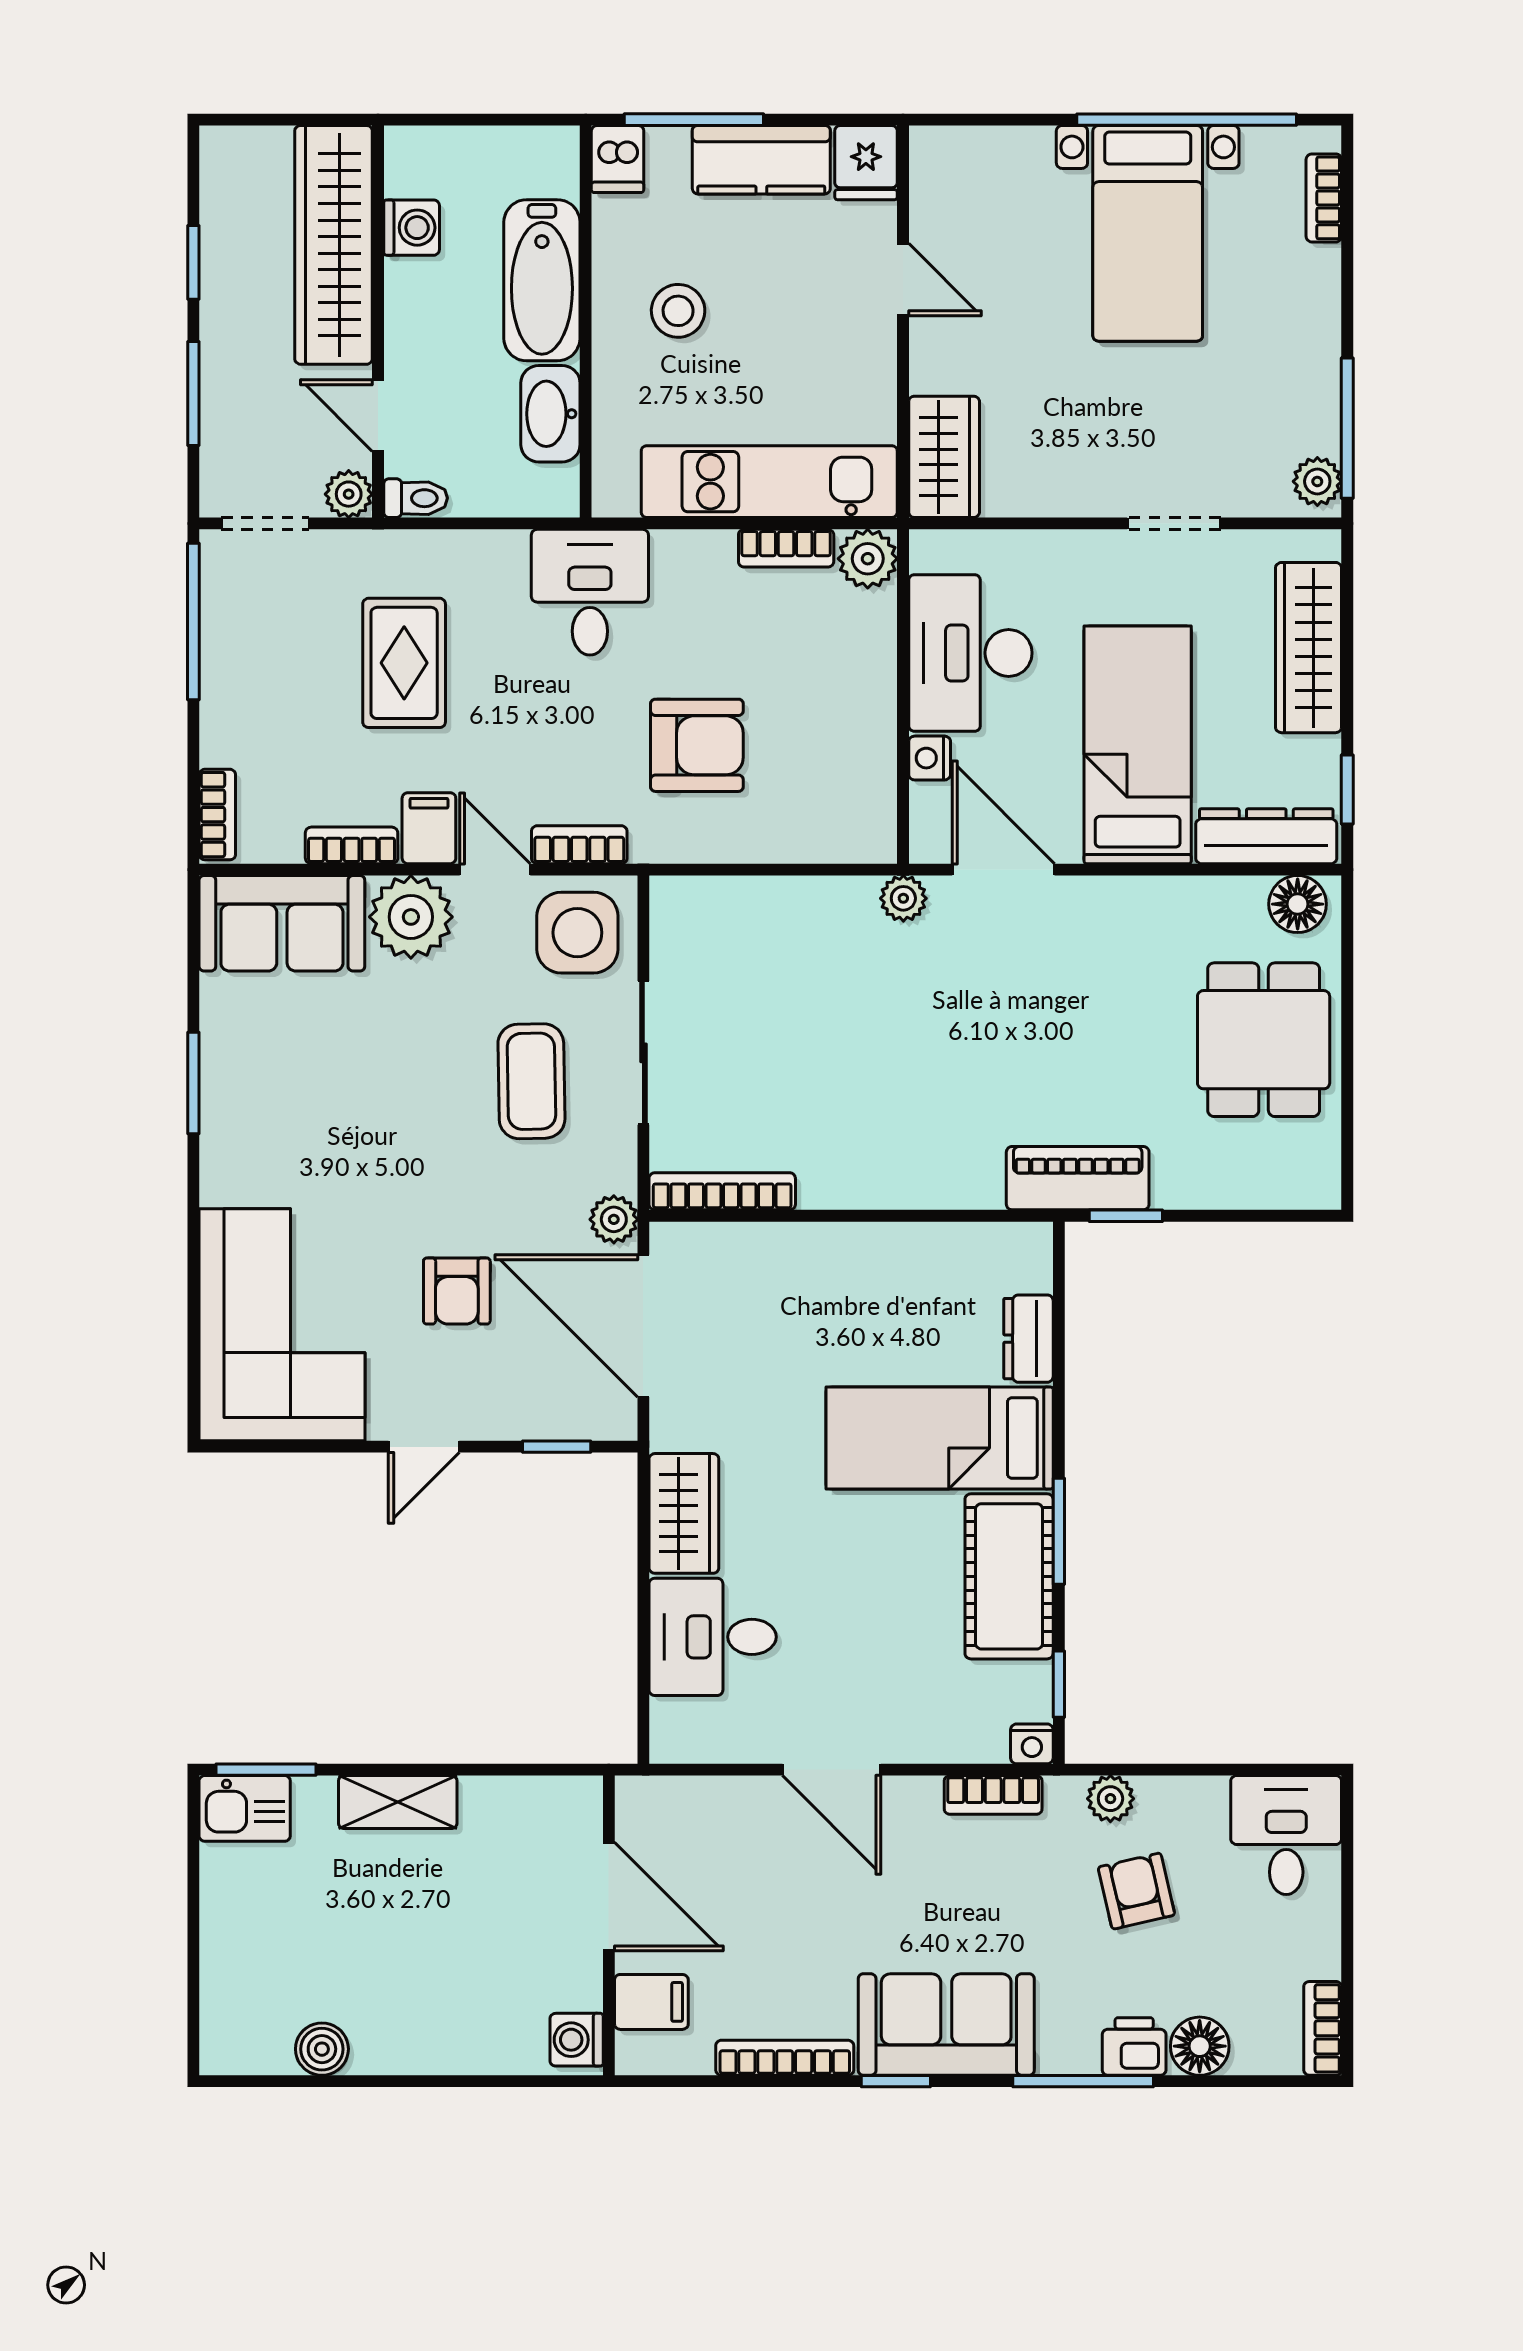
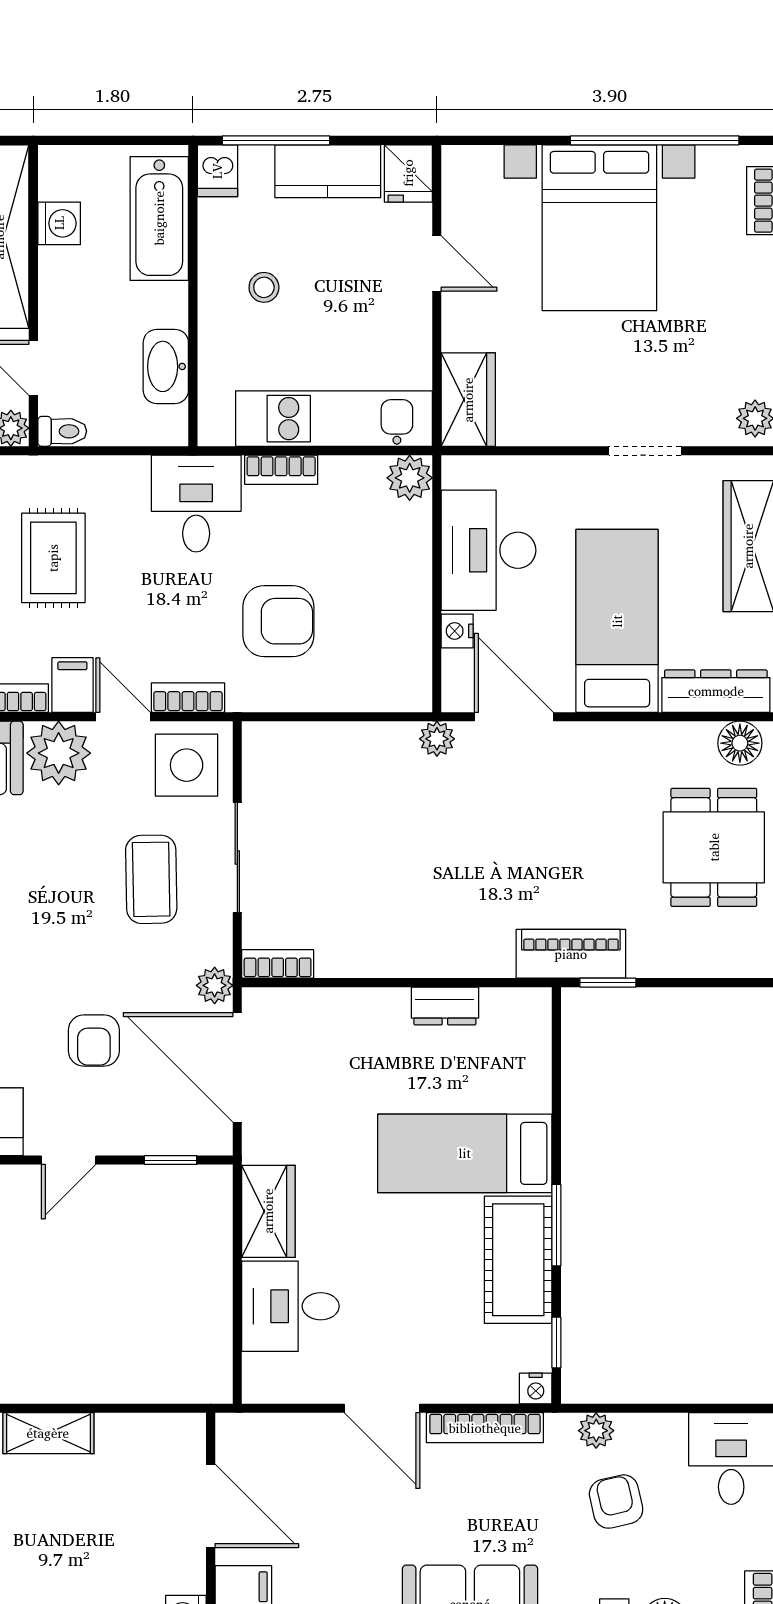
bed with nightstands: (1148, 233) -> (599, 228), width x1.36
bathtub: (542, 280) -> (159, 218), moved
stool: (678, 311) -> (264, 287), width x0.73, depth x0.73
bookcase: (786, 548) -> (281, 470), moved
bookcase: (722, 1191) -> (278, 964), width x0.64
dresser: (1028, 1339) -> (445, 1006), moved, turned -90
bookcase: (993, 1795) -> (485, 1428), width x1.56

